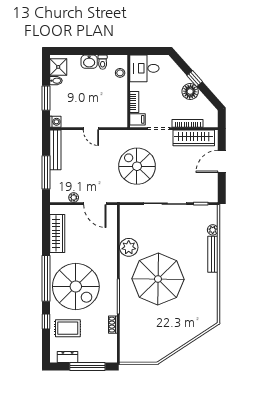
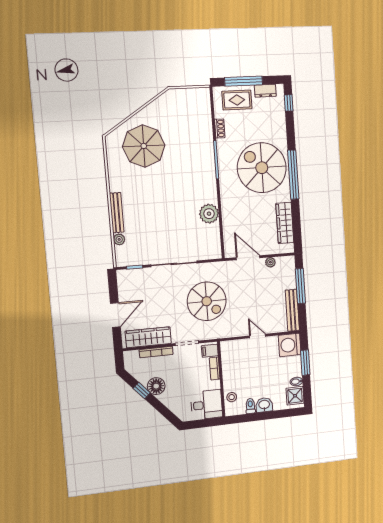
window: (195, 79) -> (142, 391), moved
washing machine: (55, 122) -> (290, 345), width x1.89, depth x1.89
parasol: (158, 279) -> (144, 146), moved, width x0.73, depth x0.73
window: (46, 321) -> (289, 103), moved
rug: (68, 328) -> (237, 100), moved

